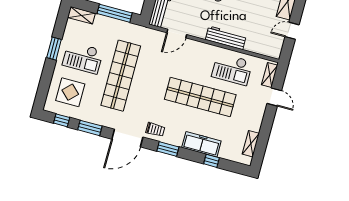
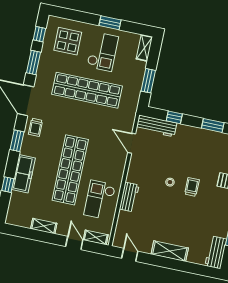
window: (115, 13) -> (148, 81), width x0.69
door: (292, 31) -> (130, 255), moved
workbench: (226, 38) -> (129, 197), width x0.73
checkout: (83, 58) -> (103, 52), turned 180
door: (274, 97) -> (74, 243), swing flipped
shelving: (251, 144) -> (44, 226), moved

